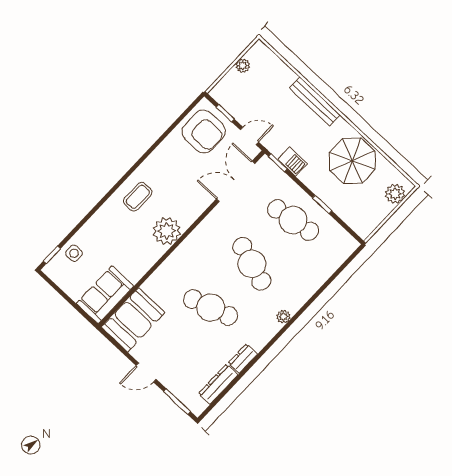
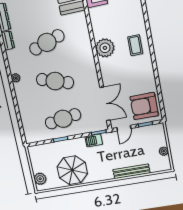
bench: (315, 101) -> (131, 171), moved

